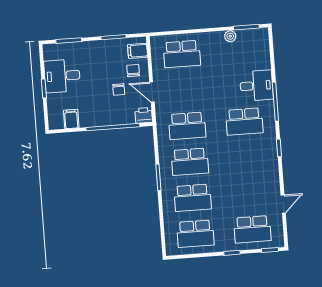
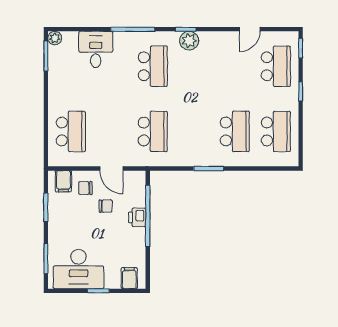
plant: (230, 36) -> (55, 38), moved
desk: (62, 76) -> (79, 269), width x1.37
desk: (256, 86) -> (96, 49), moved
door: (152, 92) -> (111, 169), hinge flipped
printer: (144, 115) -> (137, 217), moved
filing cabinet: (71, 119) -> (129, 278), moved, turned 90
plant: (269, 152) -> (189, 41), added
school desk: (190, 162) -> (194, 131), removed
door: (283, 204) -> (250, 29), swing flipped

